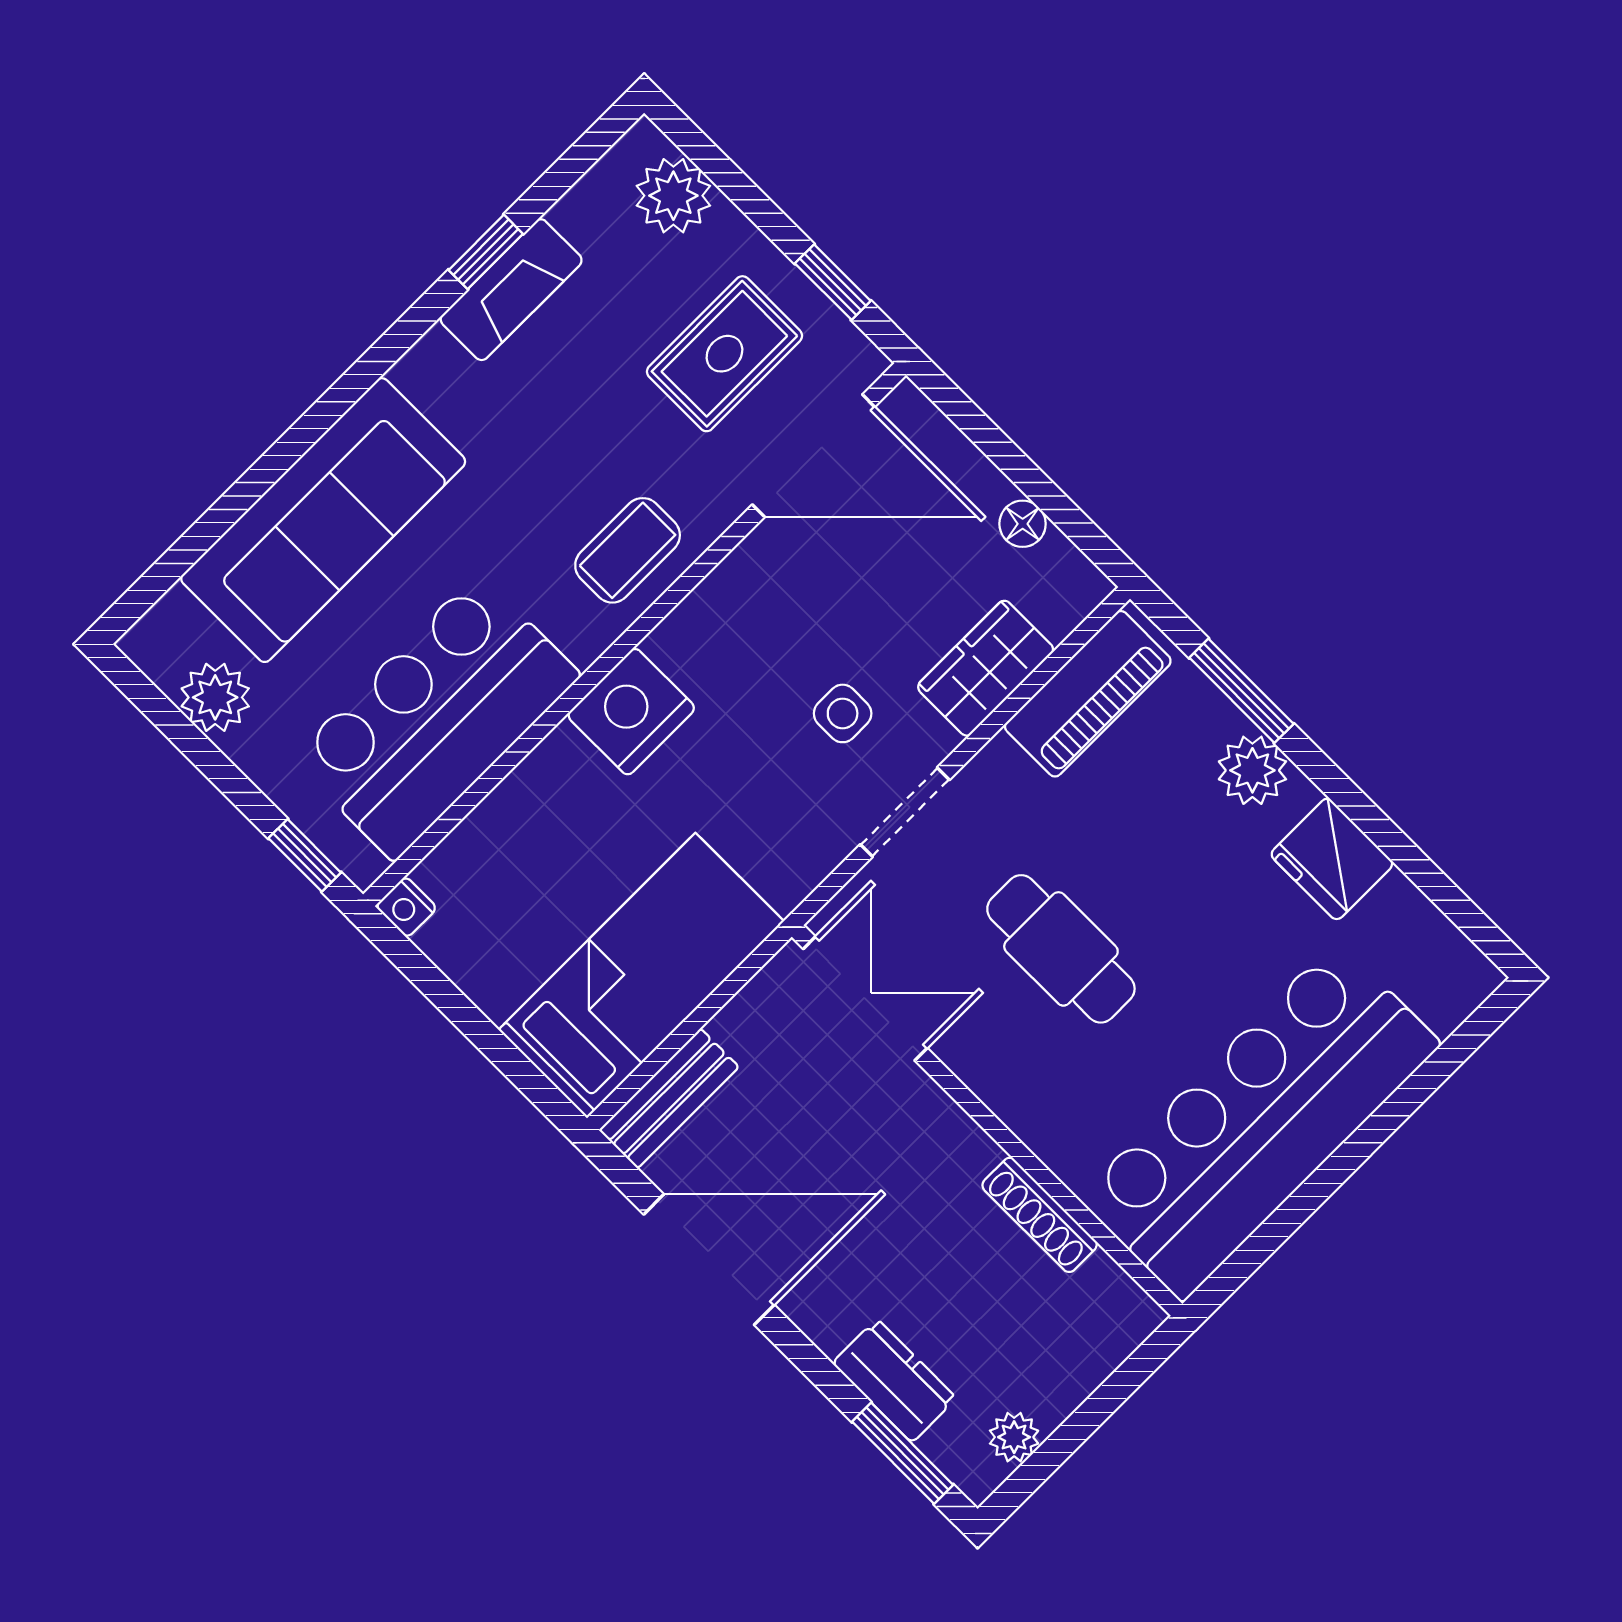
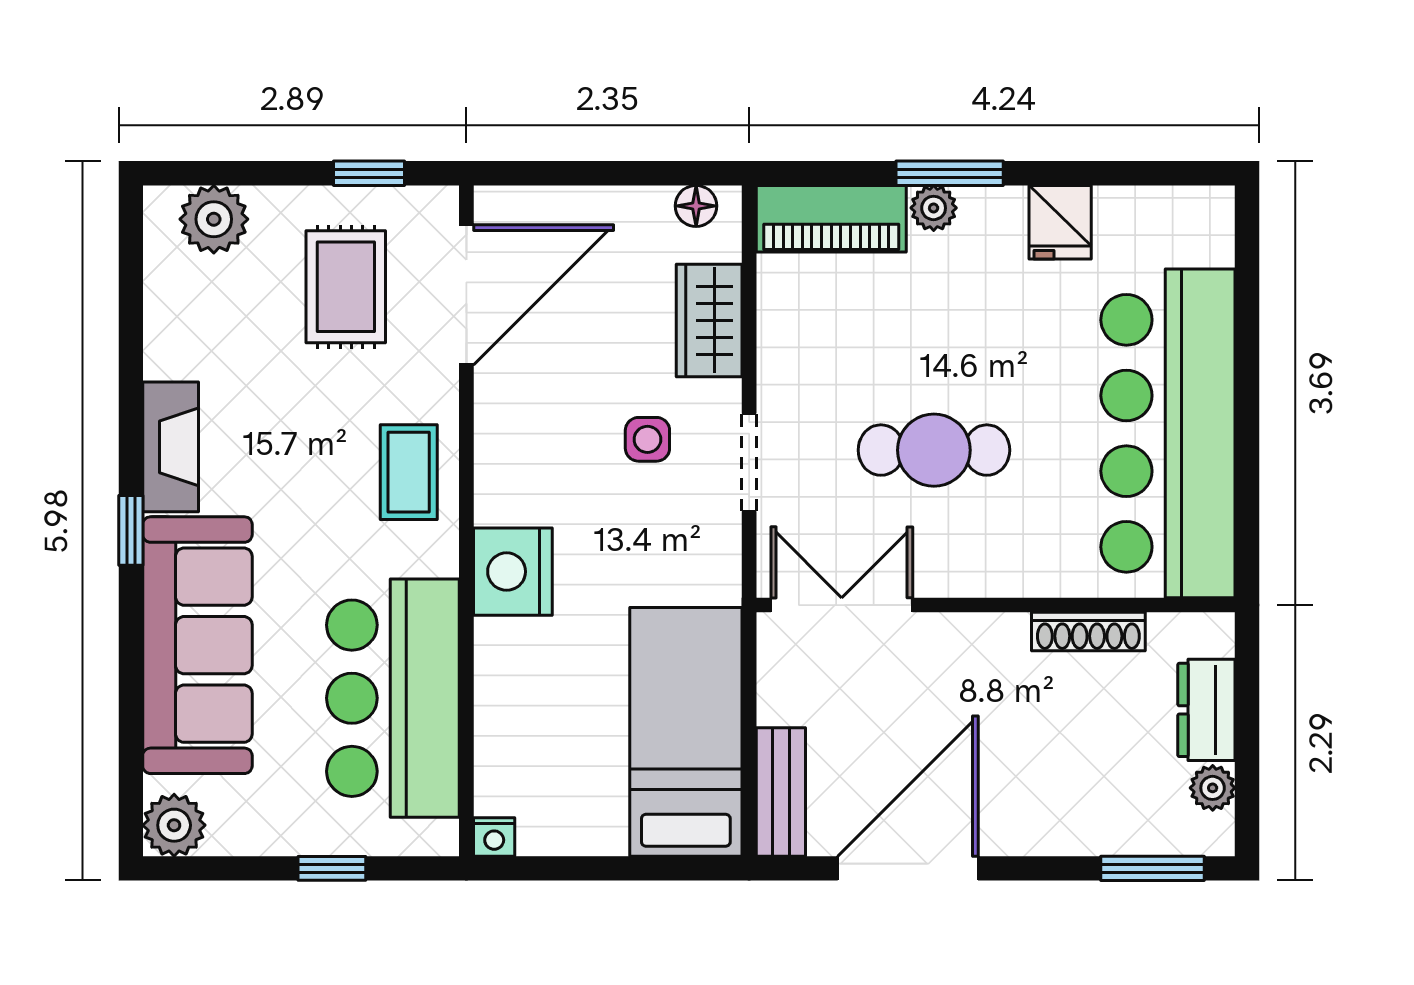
window: (486, 252) -> (131, 530), moved
fireplace: (511, 290) -> (171, 447), moved
floor lamp: (1023, 524) -> (696, 206), moved
window: (1241, 691) -> (950, 173), moved
piano: (1088, 694) -> (831, 219), moved, turned 90
plant: (215, 697) -> (174, 825), moved
plant: (1252, 770) -> (934, 208), width x0.73, depth x0.73
window: (305, 855) -> (332, 868), moved
fridge: (1332, 859) -> (1060, 222), width x0.72
dresser: (894, 1381) -> (1206, 710), moved, turned -90

